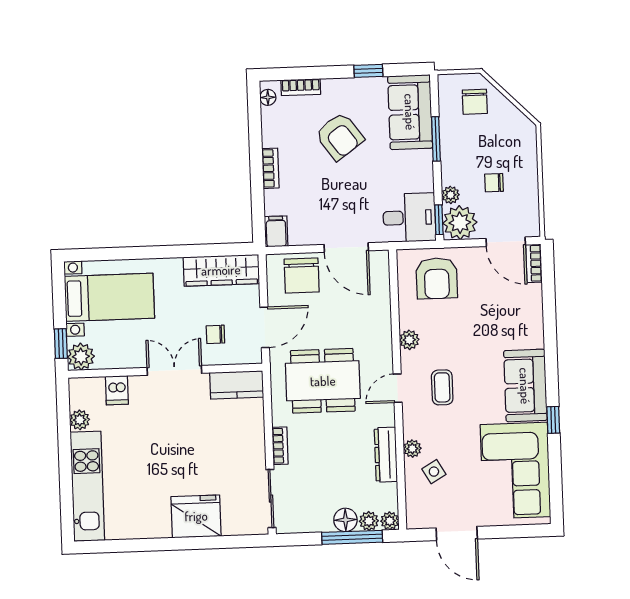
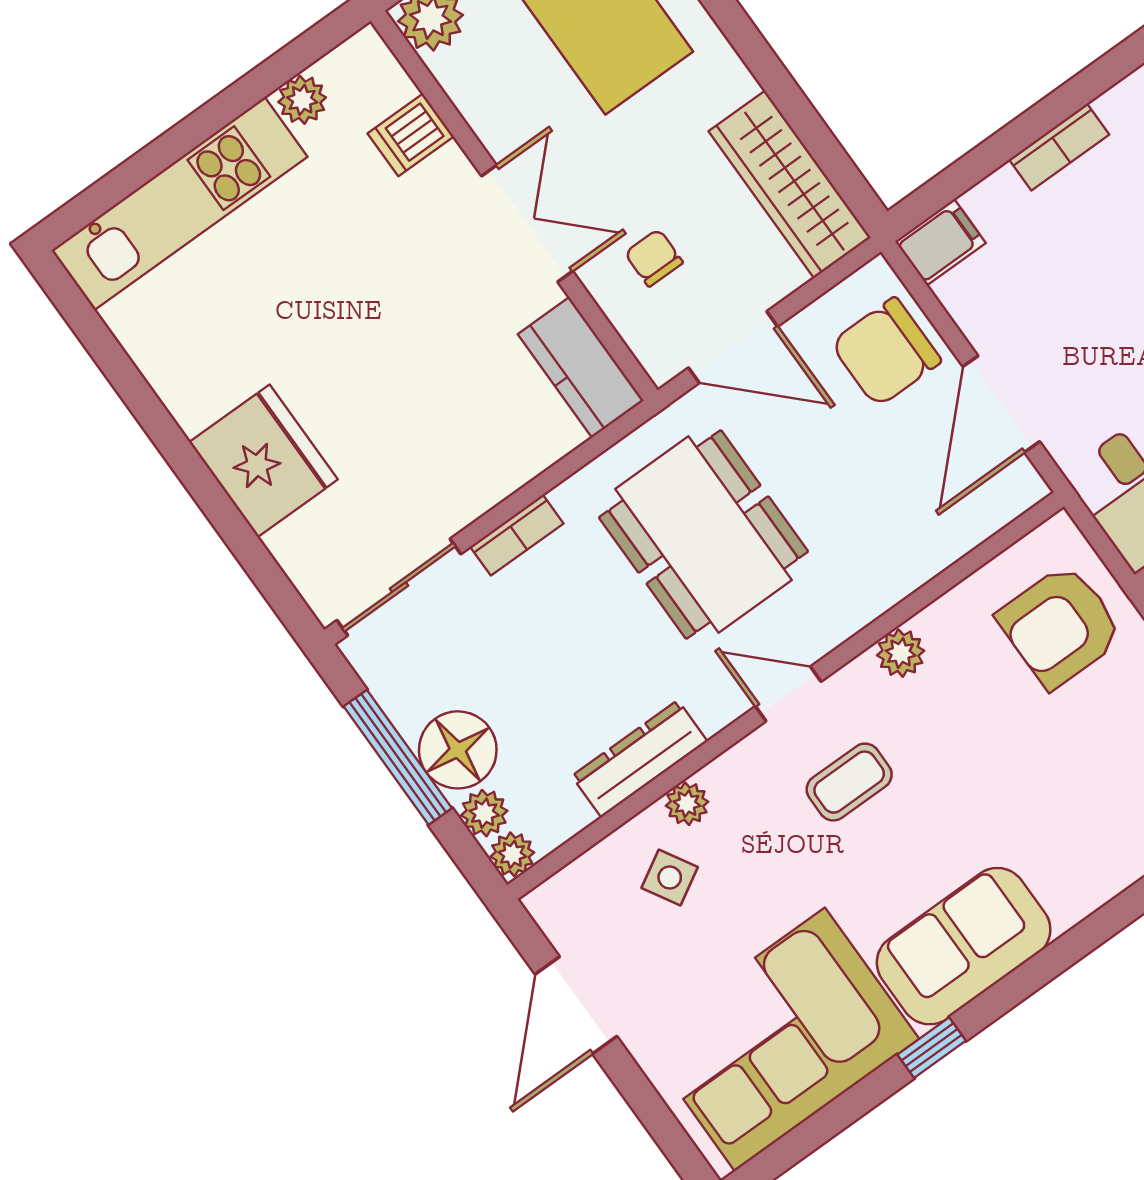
floor lamp: (345, 520) -> (458, 750), width x1.38, depth x1.38
window: (352, 537) -> (398, 757), moved

